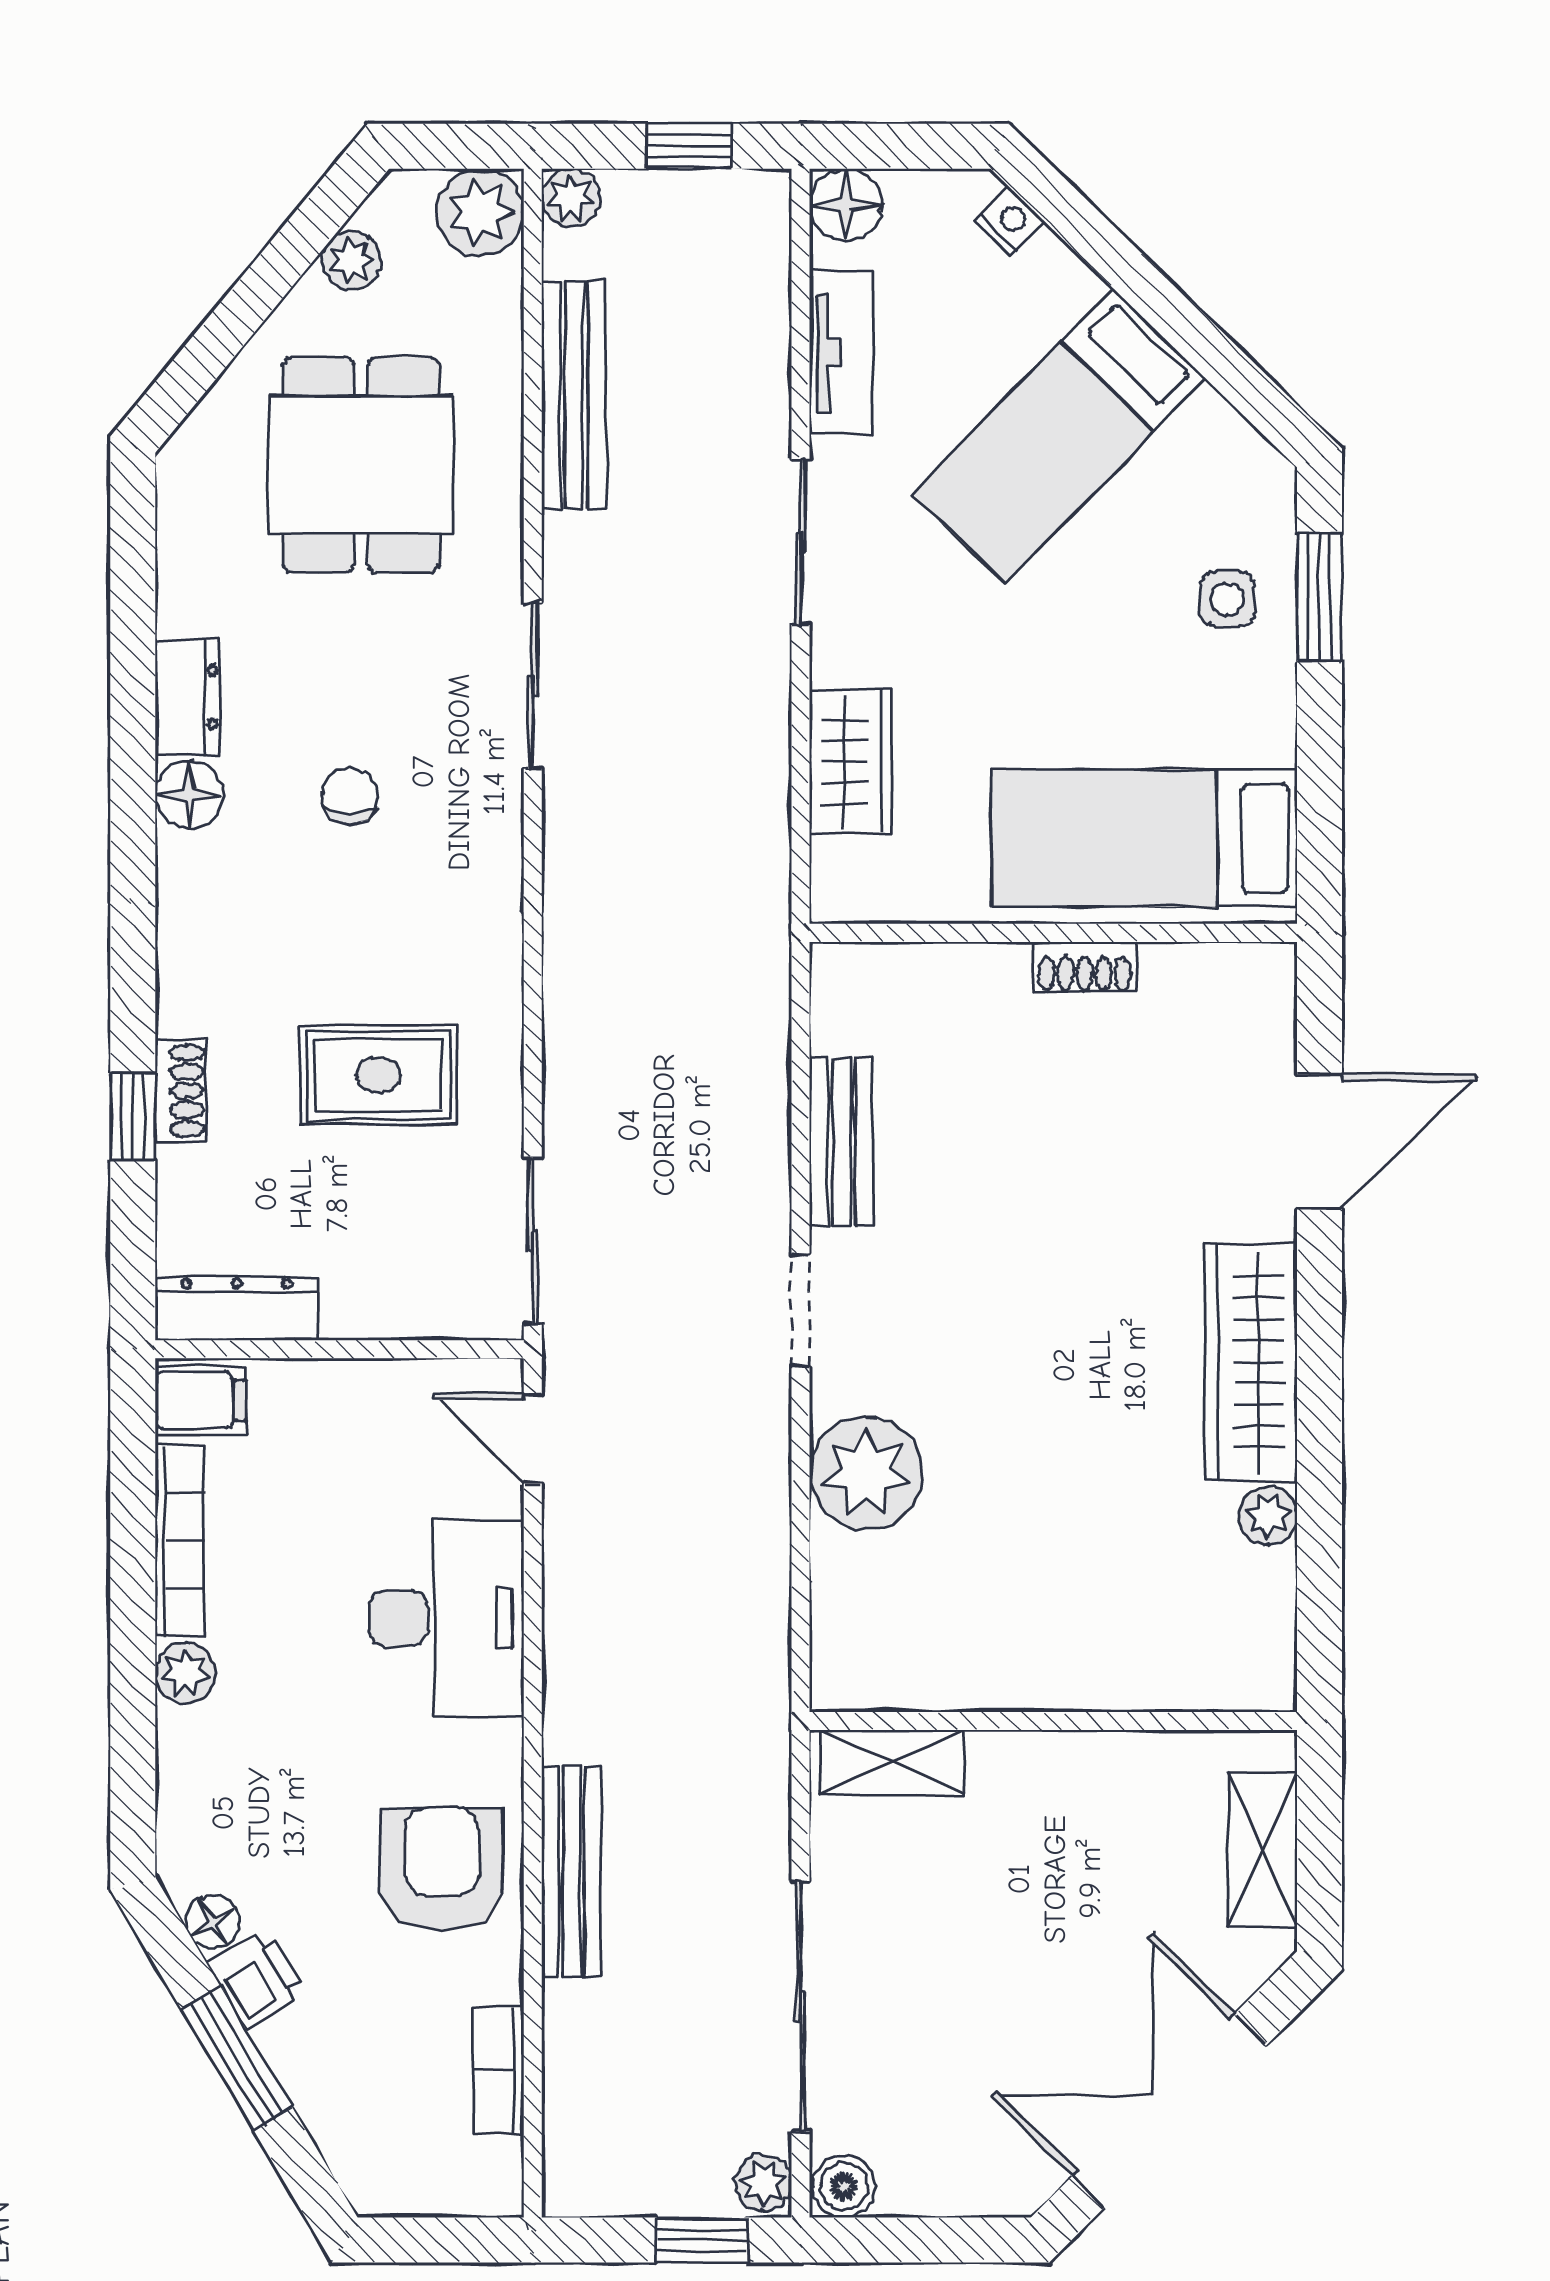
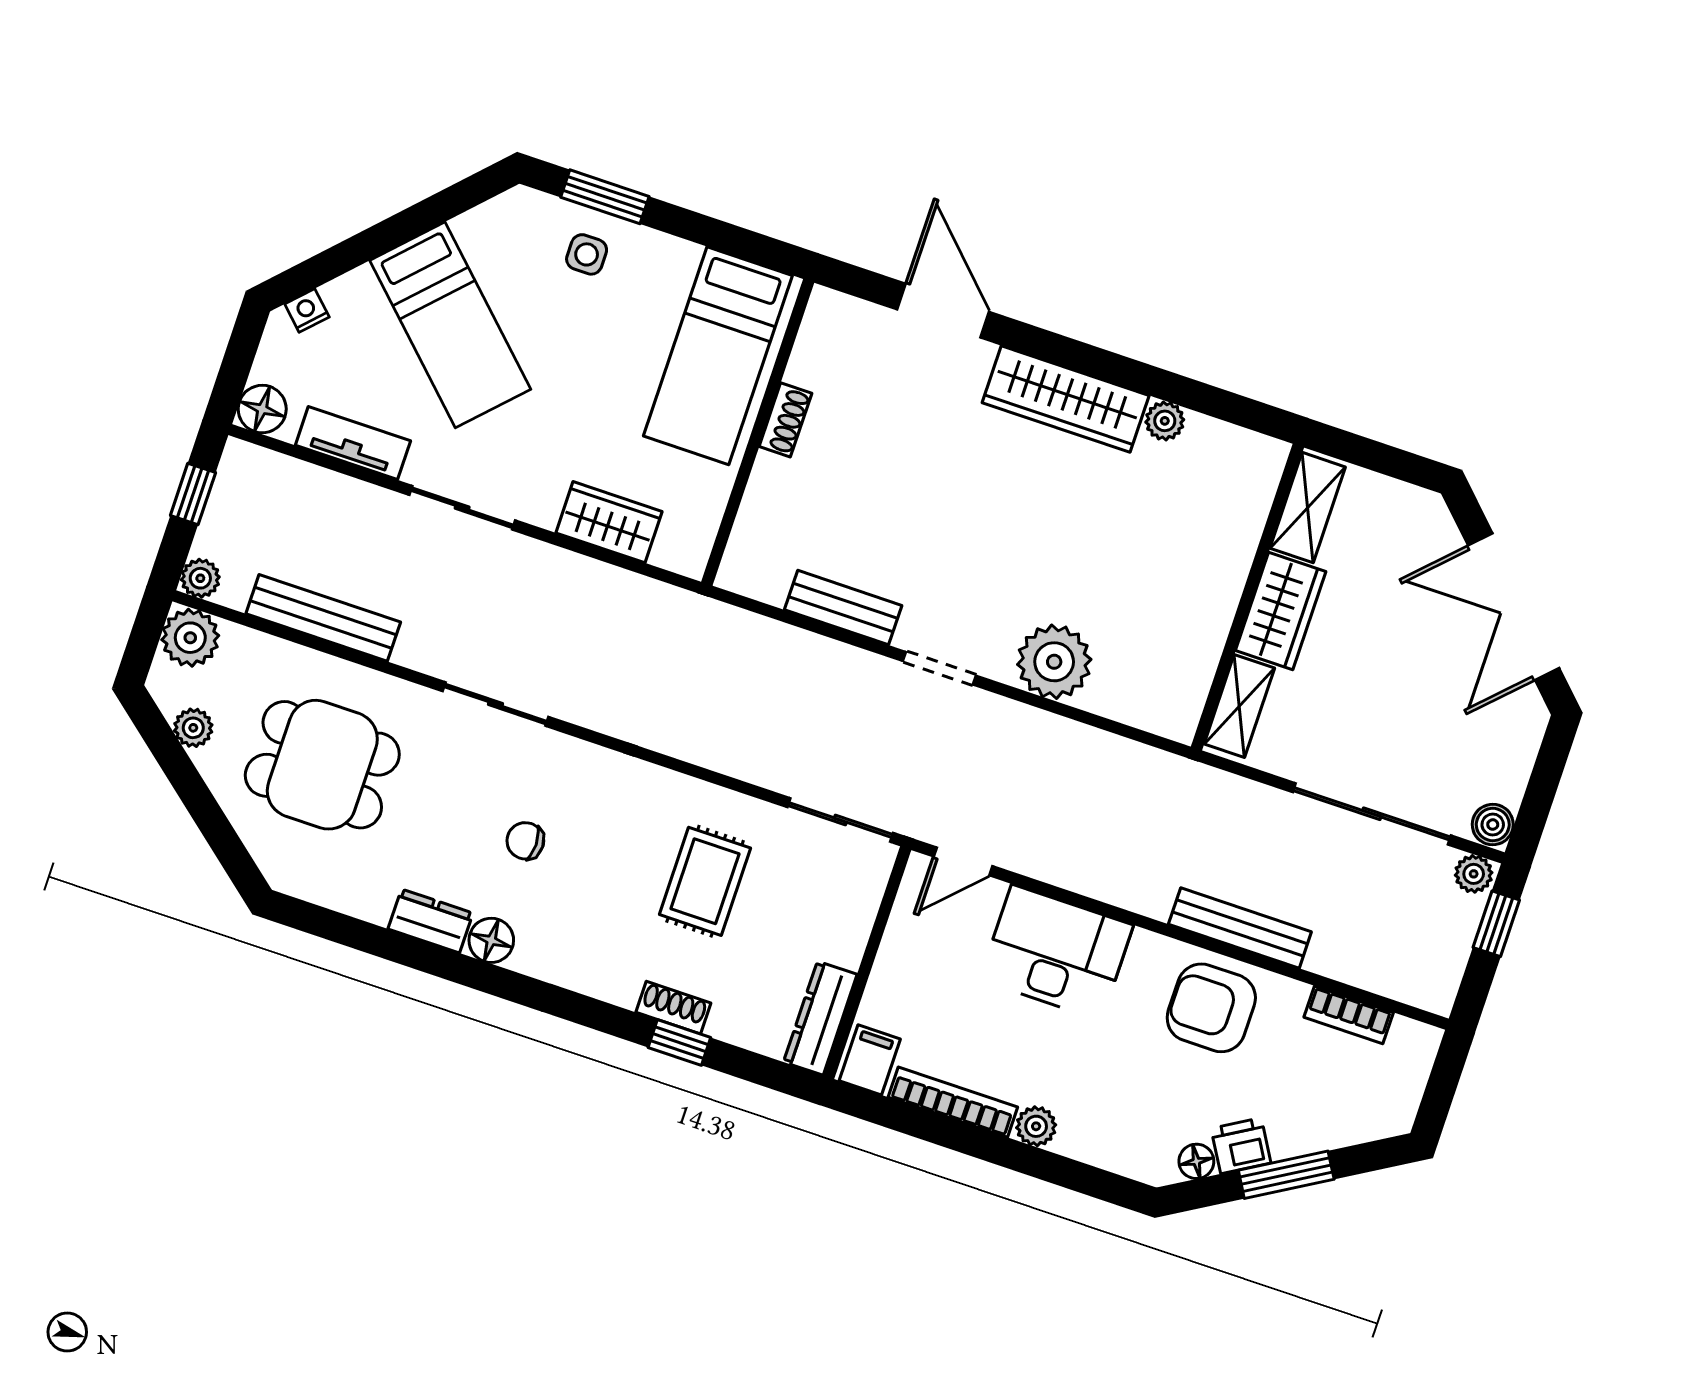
wardrobe: (1049, 1776) -> (1281, 611), added
shelving: (1262, 1850) -> (1308, 508), moved, turned 90

